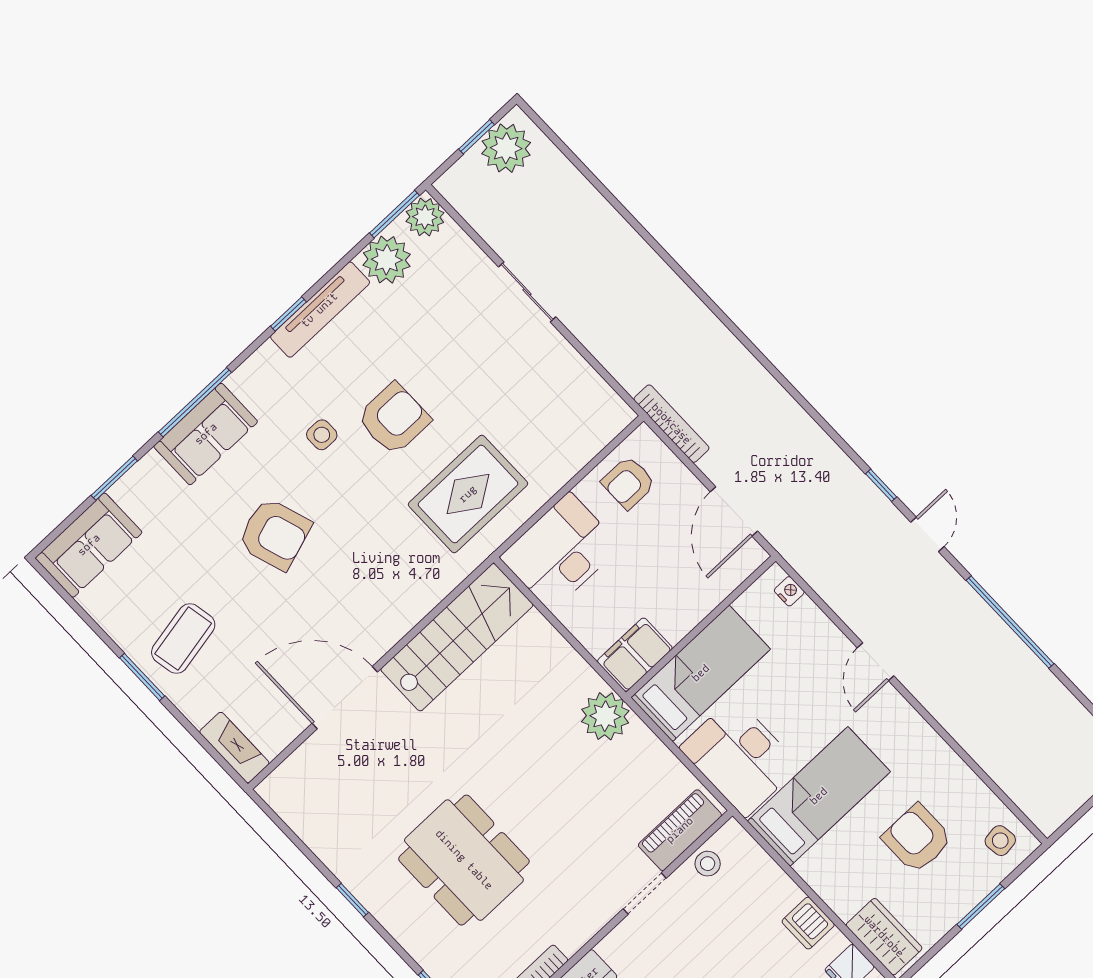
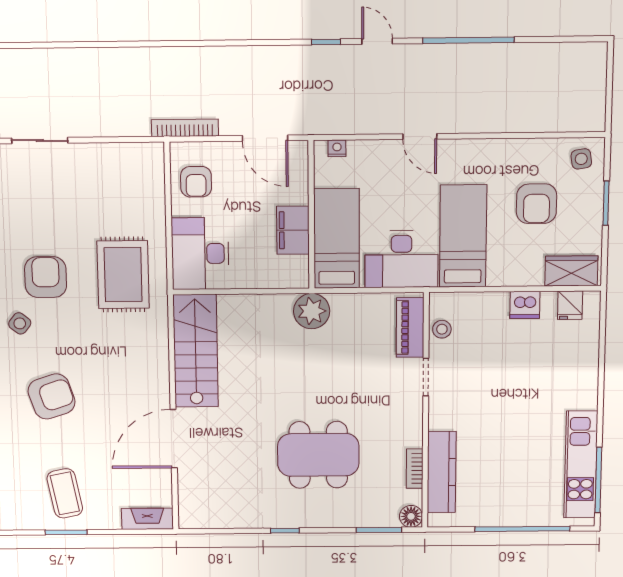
side table: (322, 435) -> (20, 323), turned 38
filing cabinet: (635, 655) -> (293, 230), moved
armchair: (917, 839) -> (537, 204), turned -90

